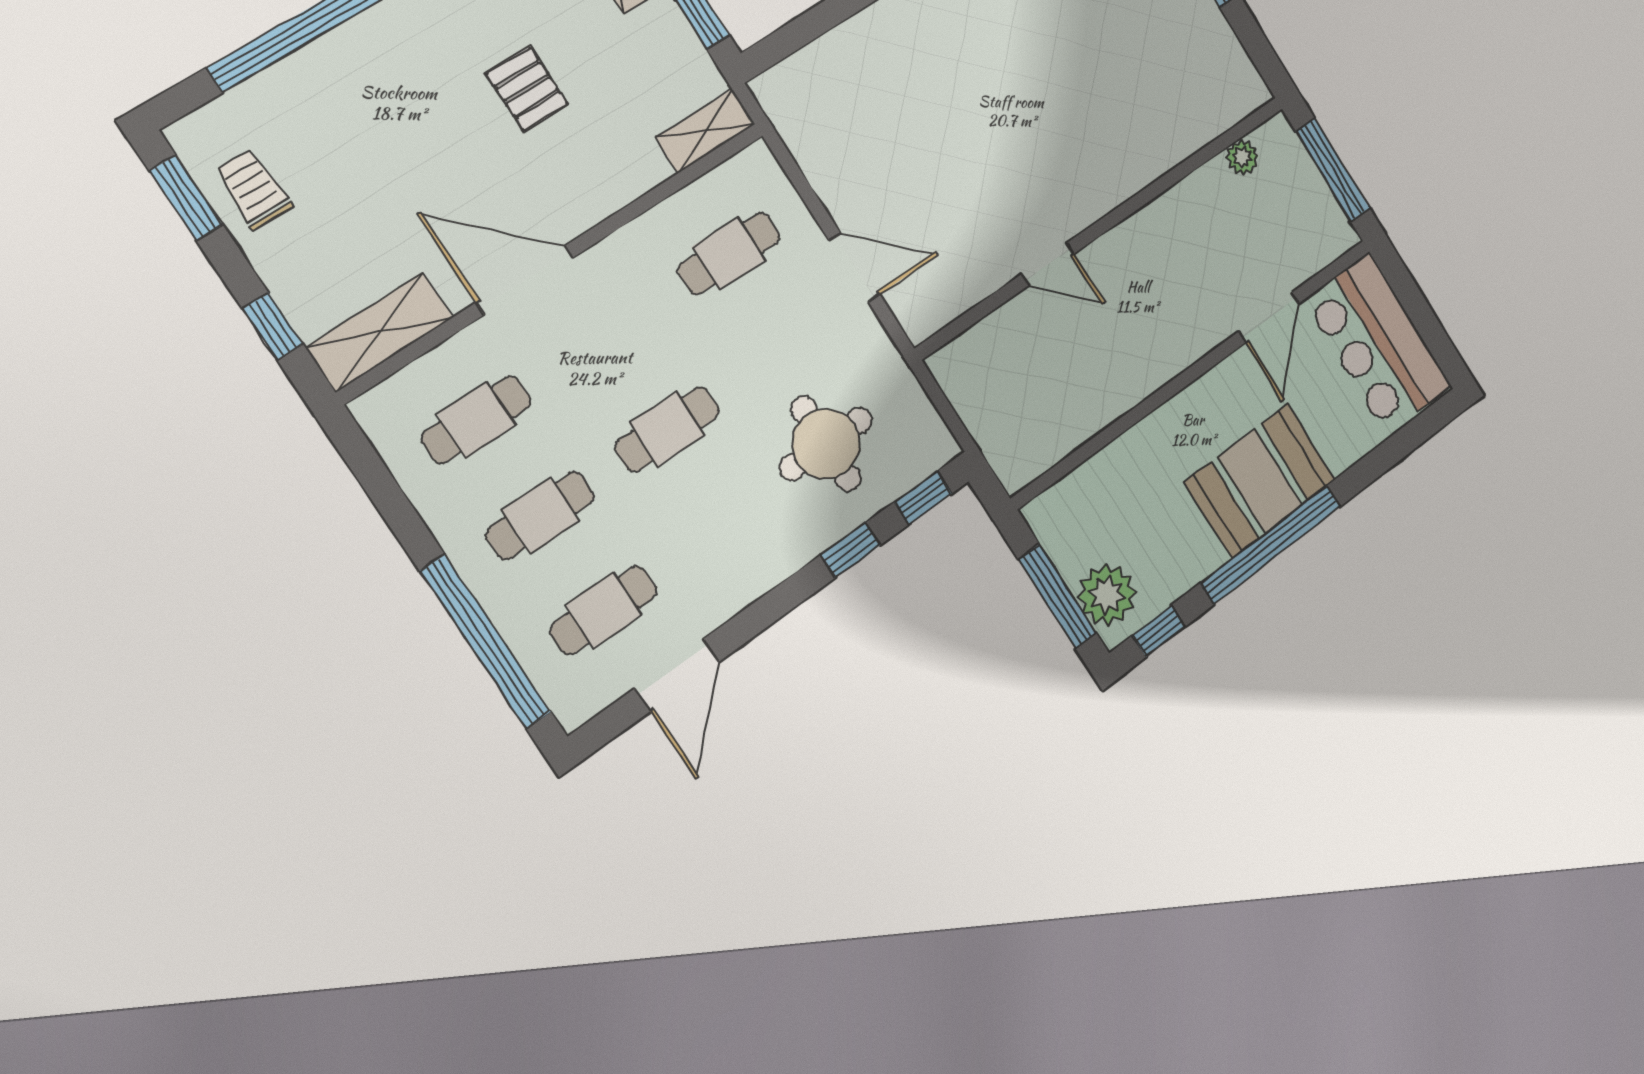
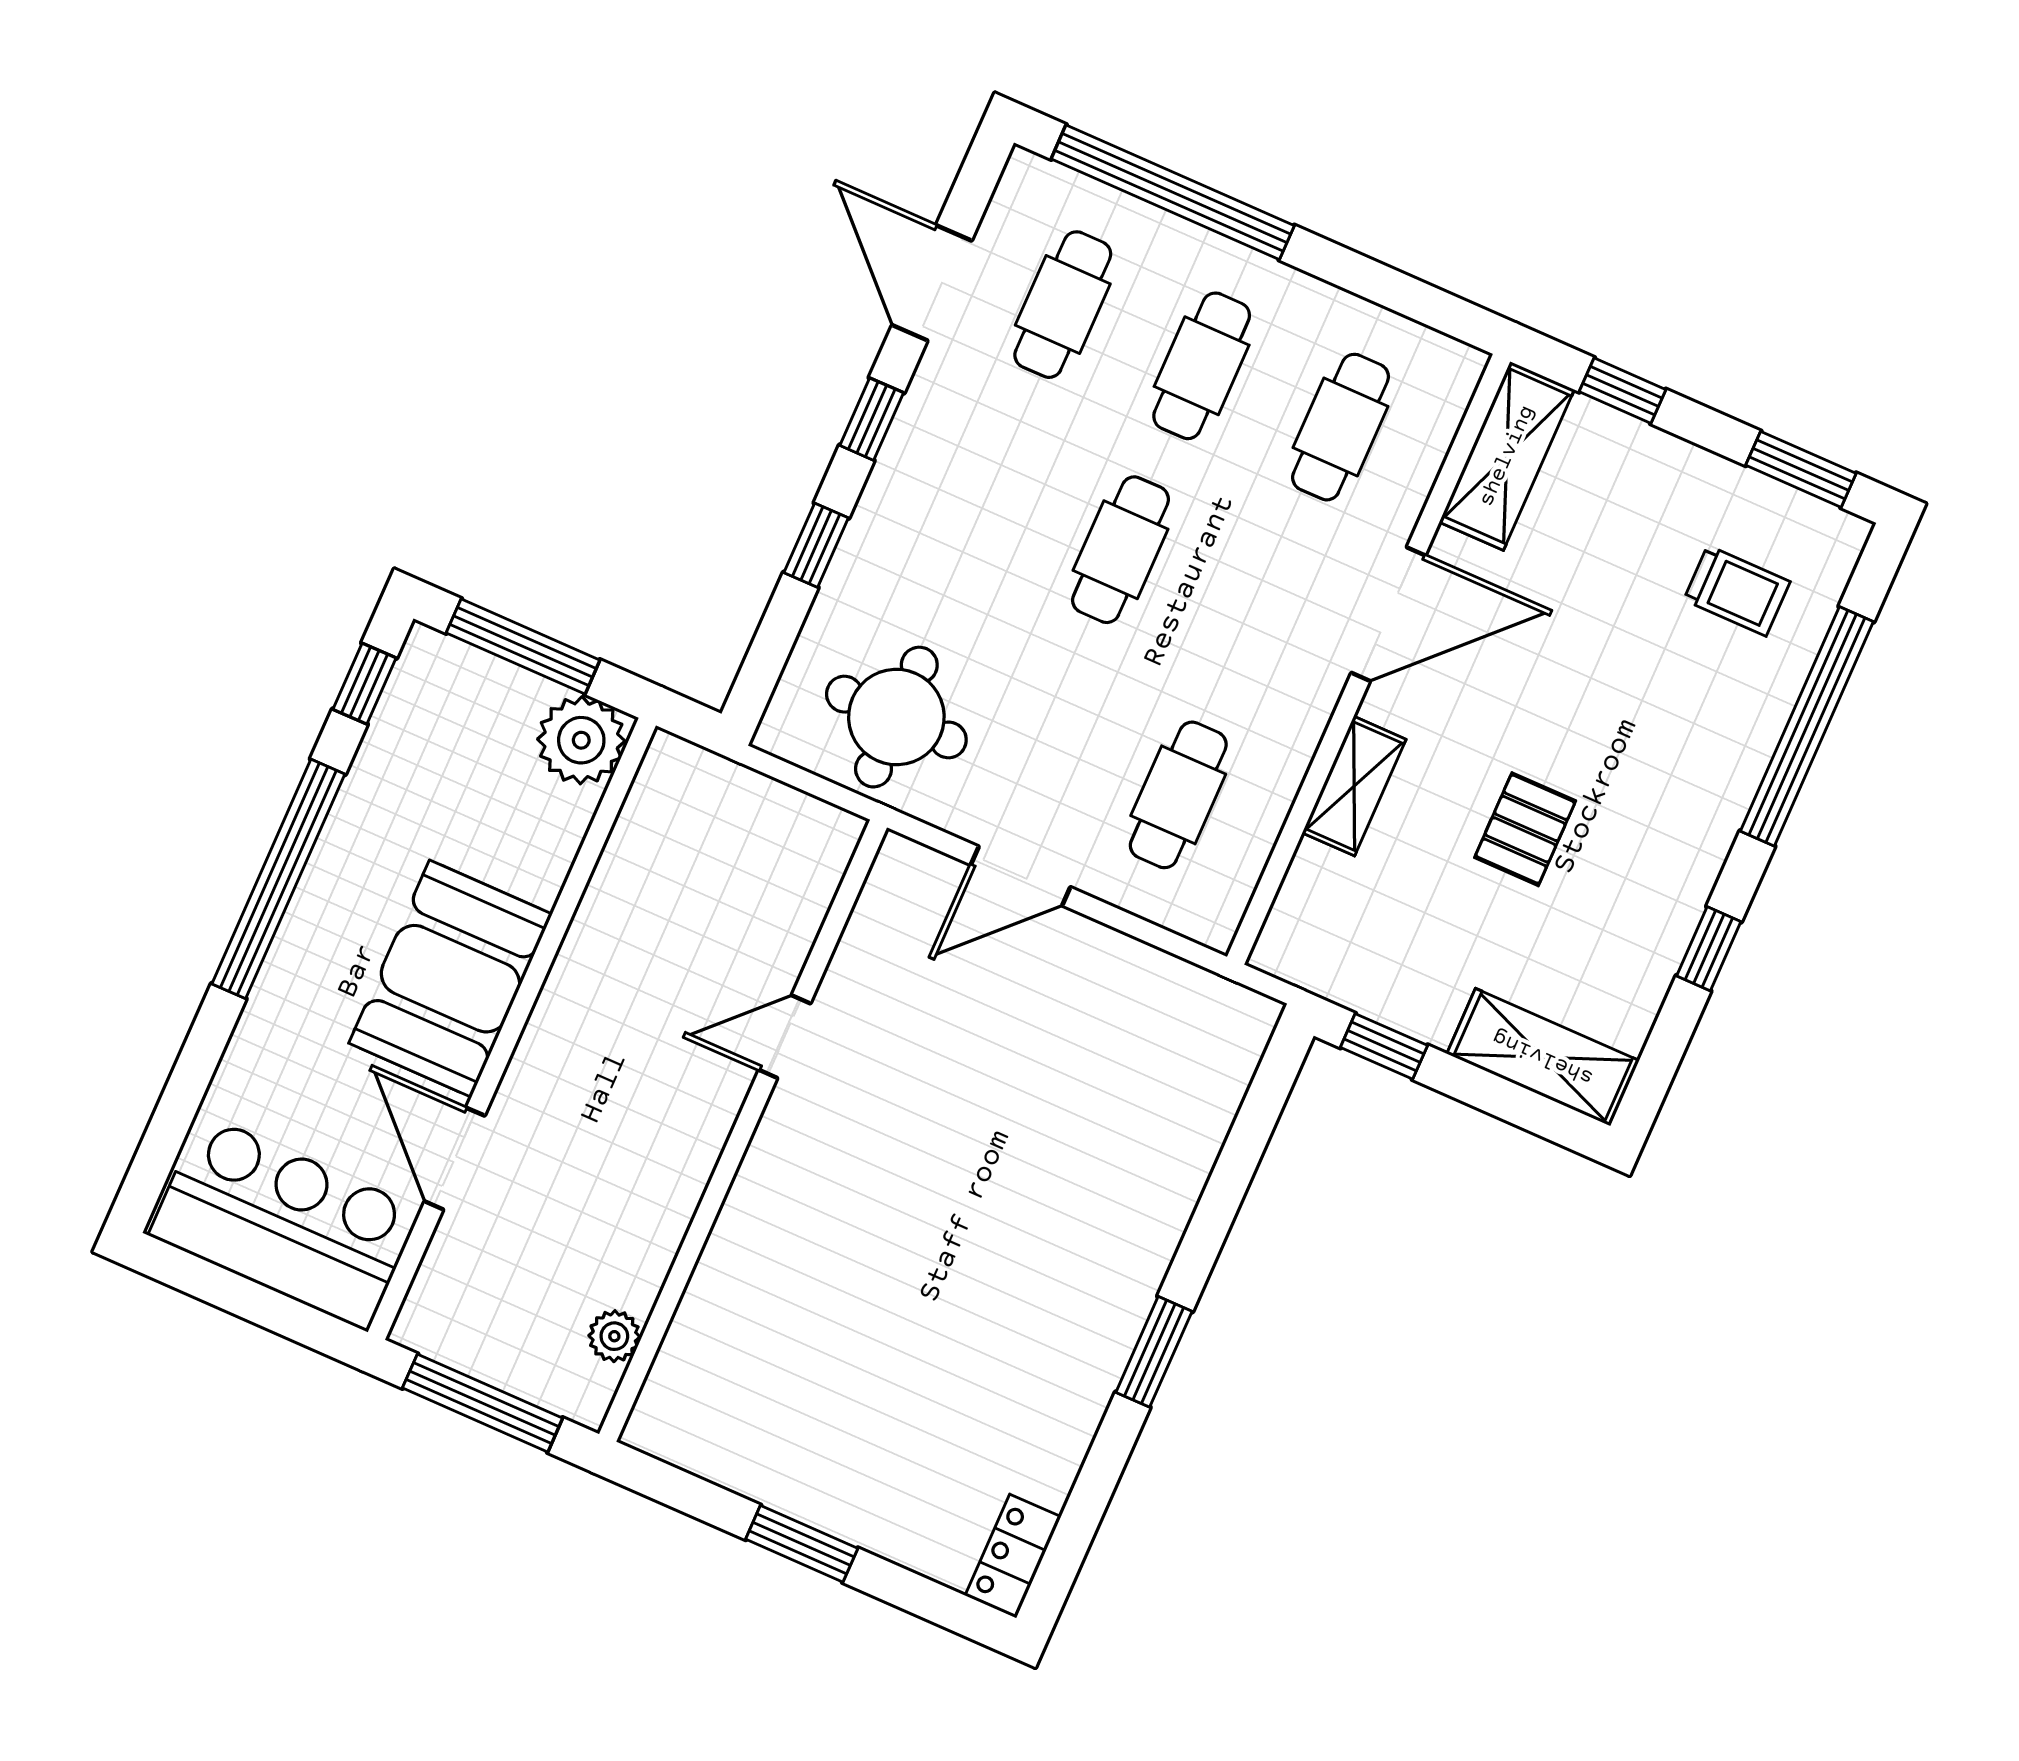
pallet: (527, 89) -> (1525, 829), turned 90
shelving: (705, 131) -> (1354, 786), moved
trolley: (254, 189) -> (1737, 591), moved
round table: (826, 444) -> (896, 717), moved
booth: (1260, 481) -> (450, 979), moved
window: (923, 498) -> (872, 419), moved
plant: (1107, 595) -> (581, 740), moved

